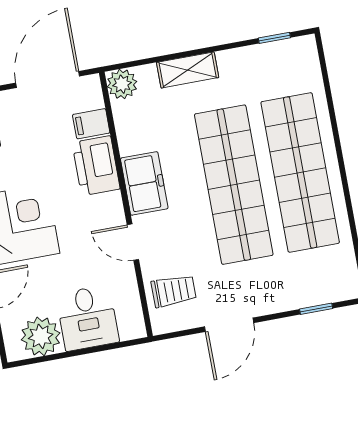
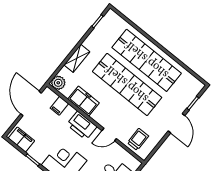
printer: (96, 166) -> (82, 126), moved
freezer: (144, 183) -> (84, 101), moved
door: (229, 325) -> (177, 123), moved

